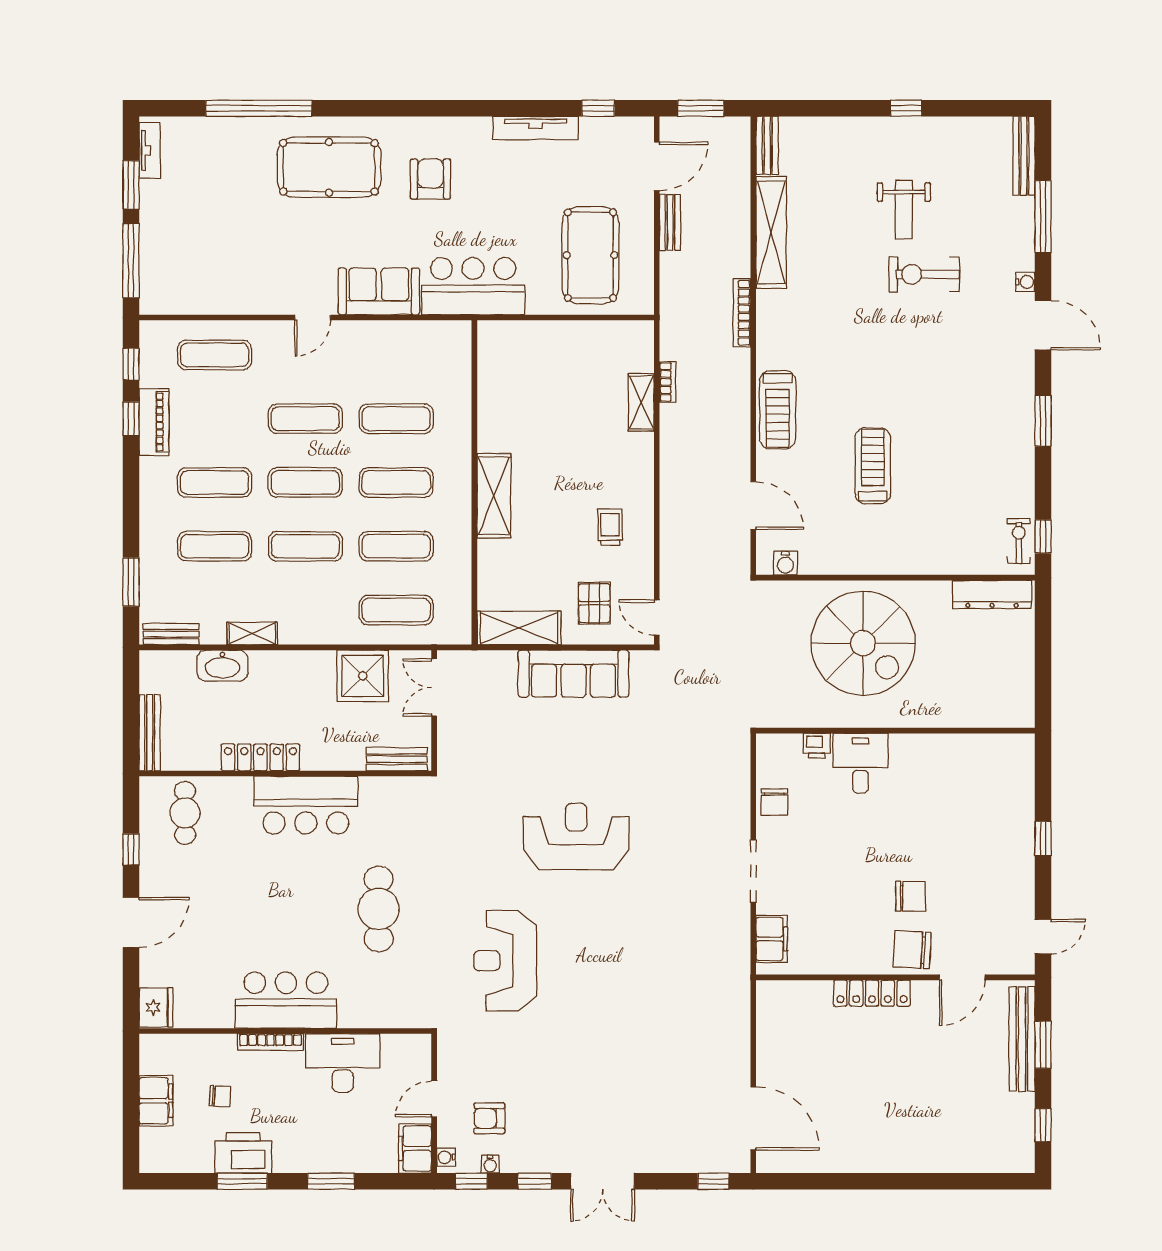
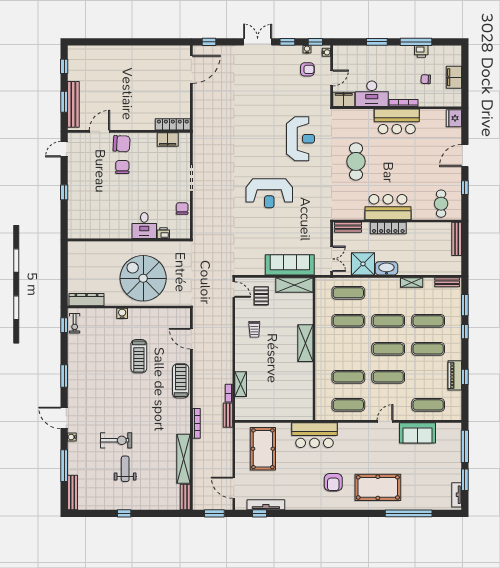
tv unit: (536, 128) -> (266, 505), moved
door: (657, 166) -> (234, 488), hinge flipped
bench: (670, 222) -> (228, 415), moved
sofa: (379, 291) -> (417, 433), moved
window: (131, 364) -> (465, 332), moved
exercise mat: (396, 482) -> (348, 405), moved
water cooler: (785, 563) -> (122, 313), moved
washbasin: (222, 666) -> (386, 268), moved
sofa: (573, 674) -> (290, 265), moved
locker: (260, 757) -> (388, 228), moved
chair: (910, 896) -> (122, 167), turned 90
filing cabinet: (772, 939) -> (168, 139), moved, turned -90
locker: (872, 993) -> (173, 124), moved
door: (753, 1118) -> (191, 69), swing flipped
filing cabinet: (415, 1148) -> (344, 99), moved, turned -90
printer: (243, 1153) -> (421, 51), width x0.53, depth x0.68
window: (242, 1181) -> (416, 42), width x1.44

